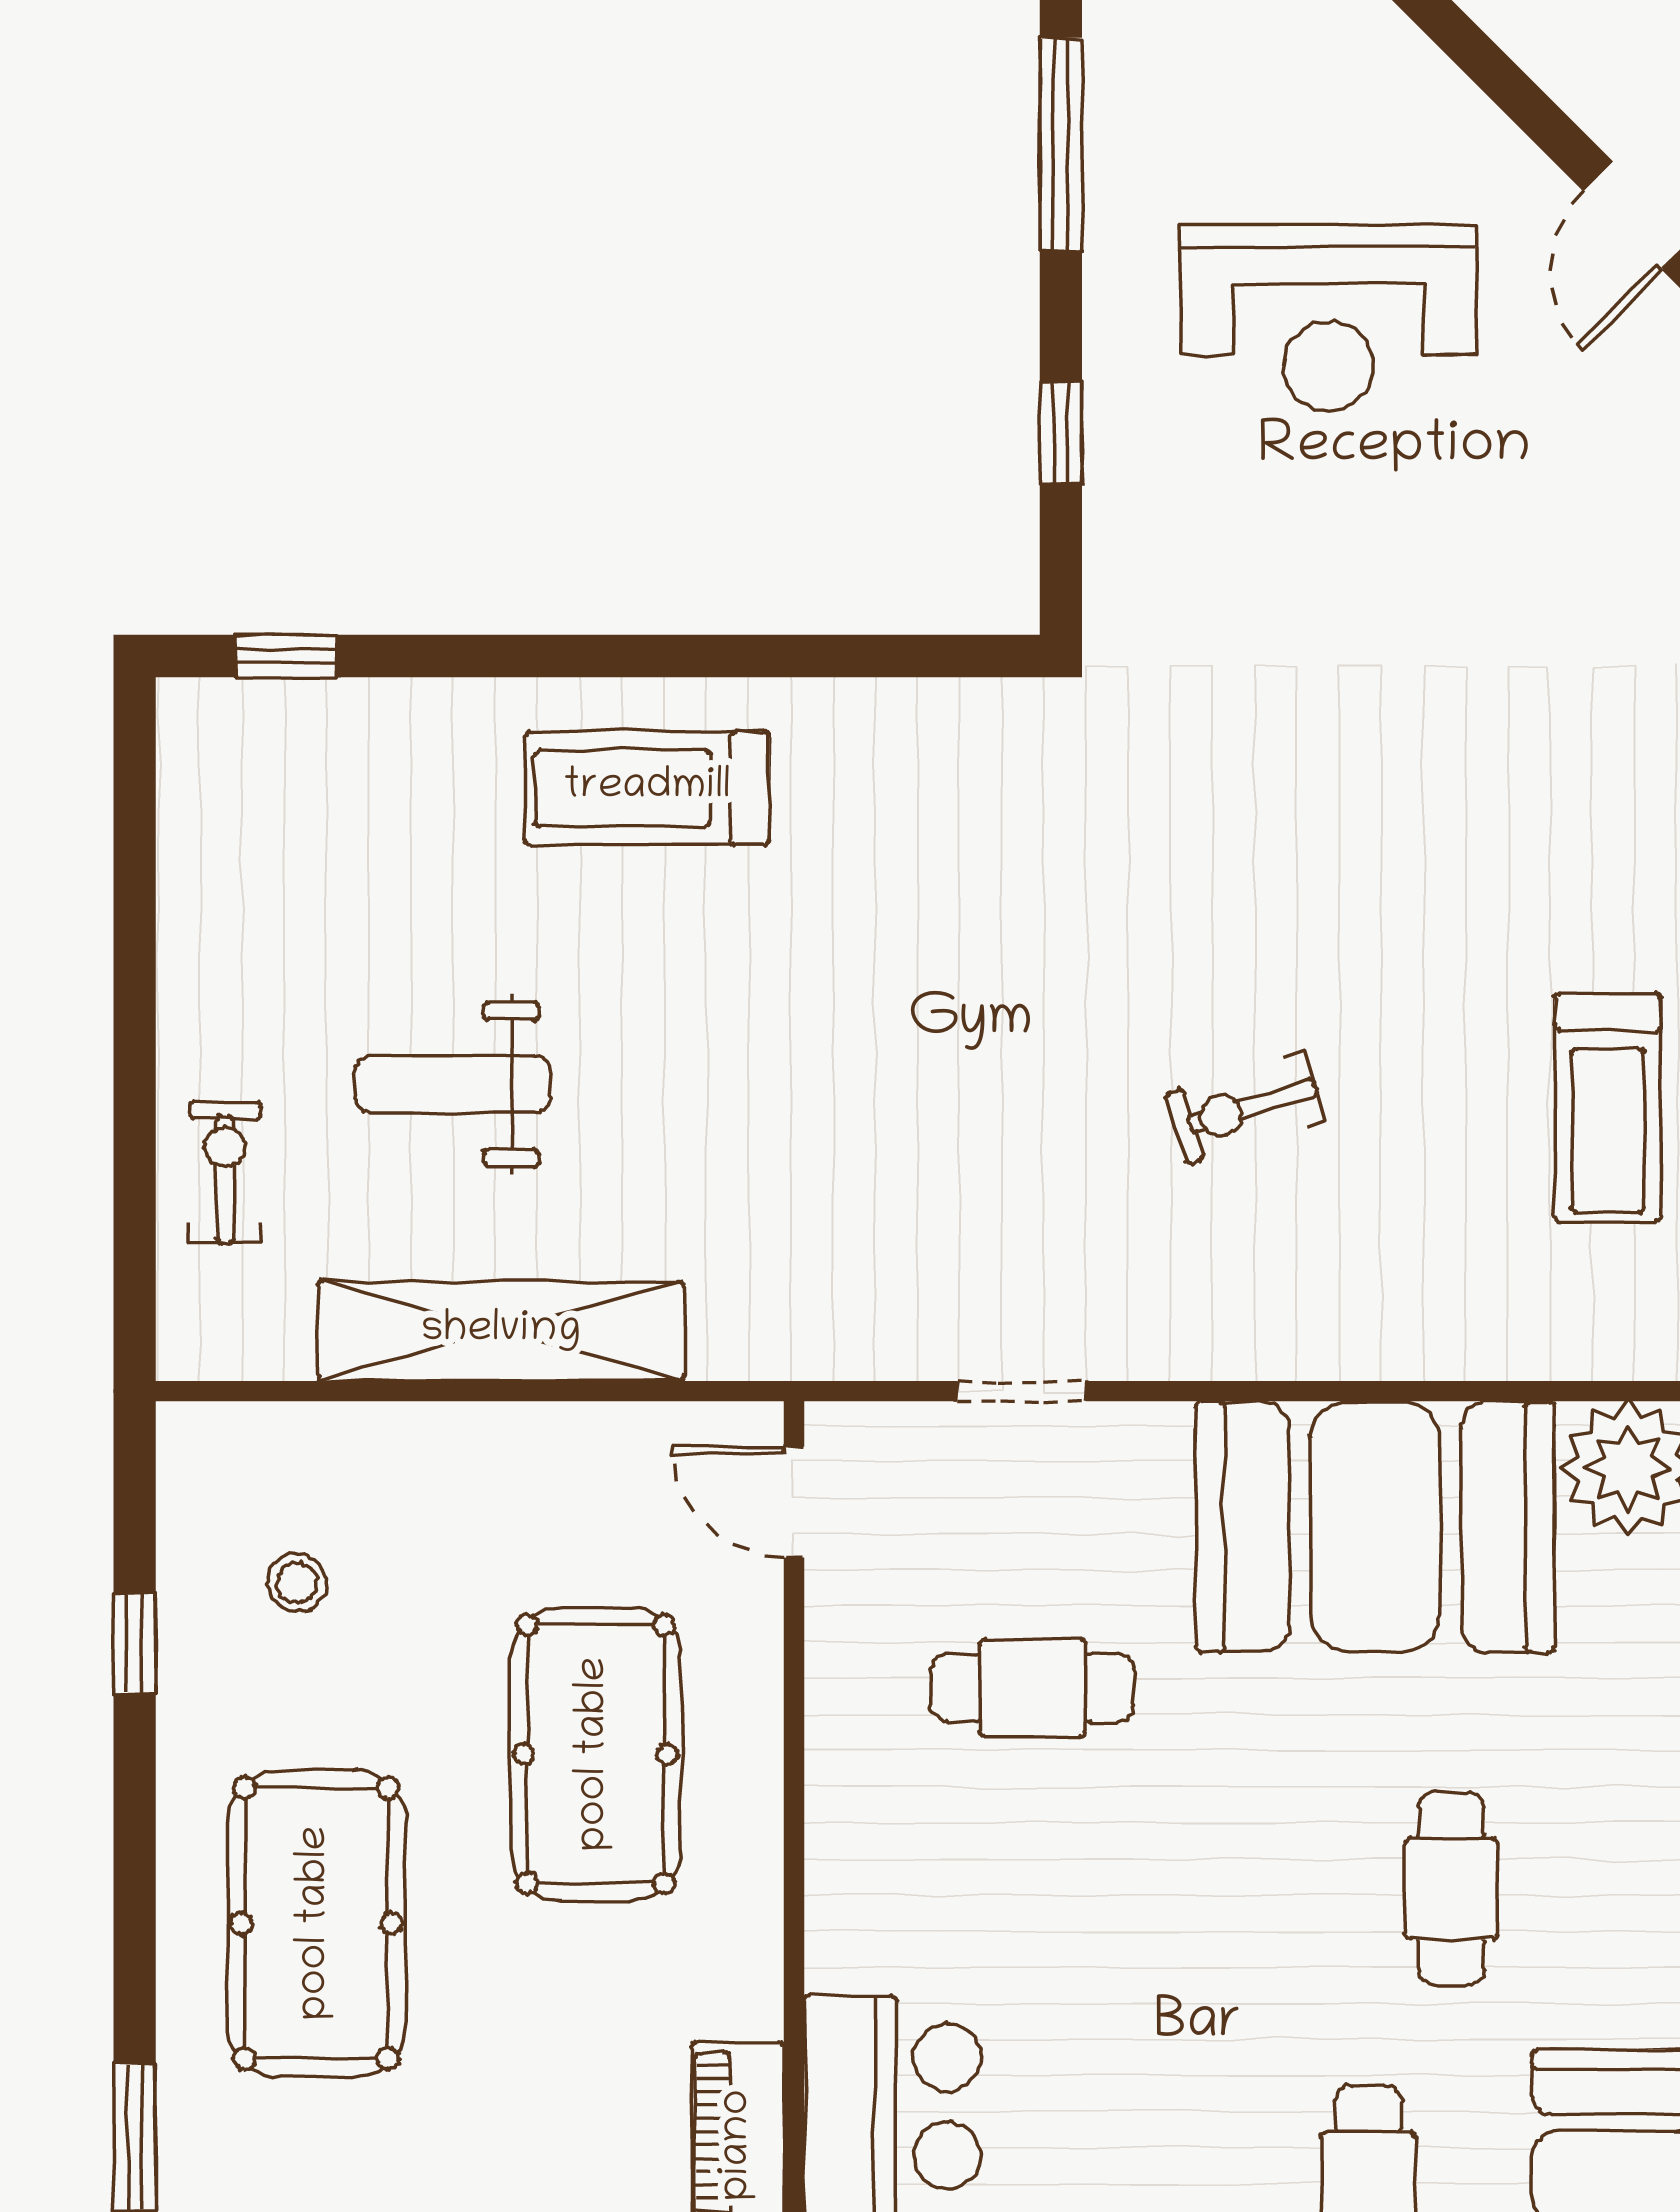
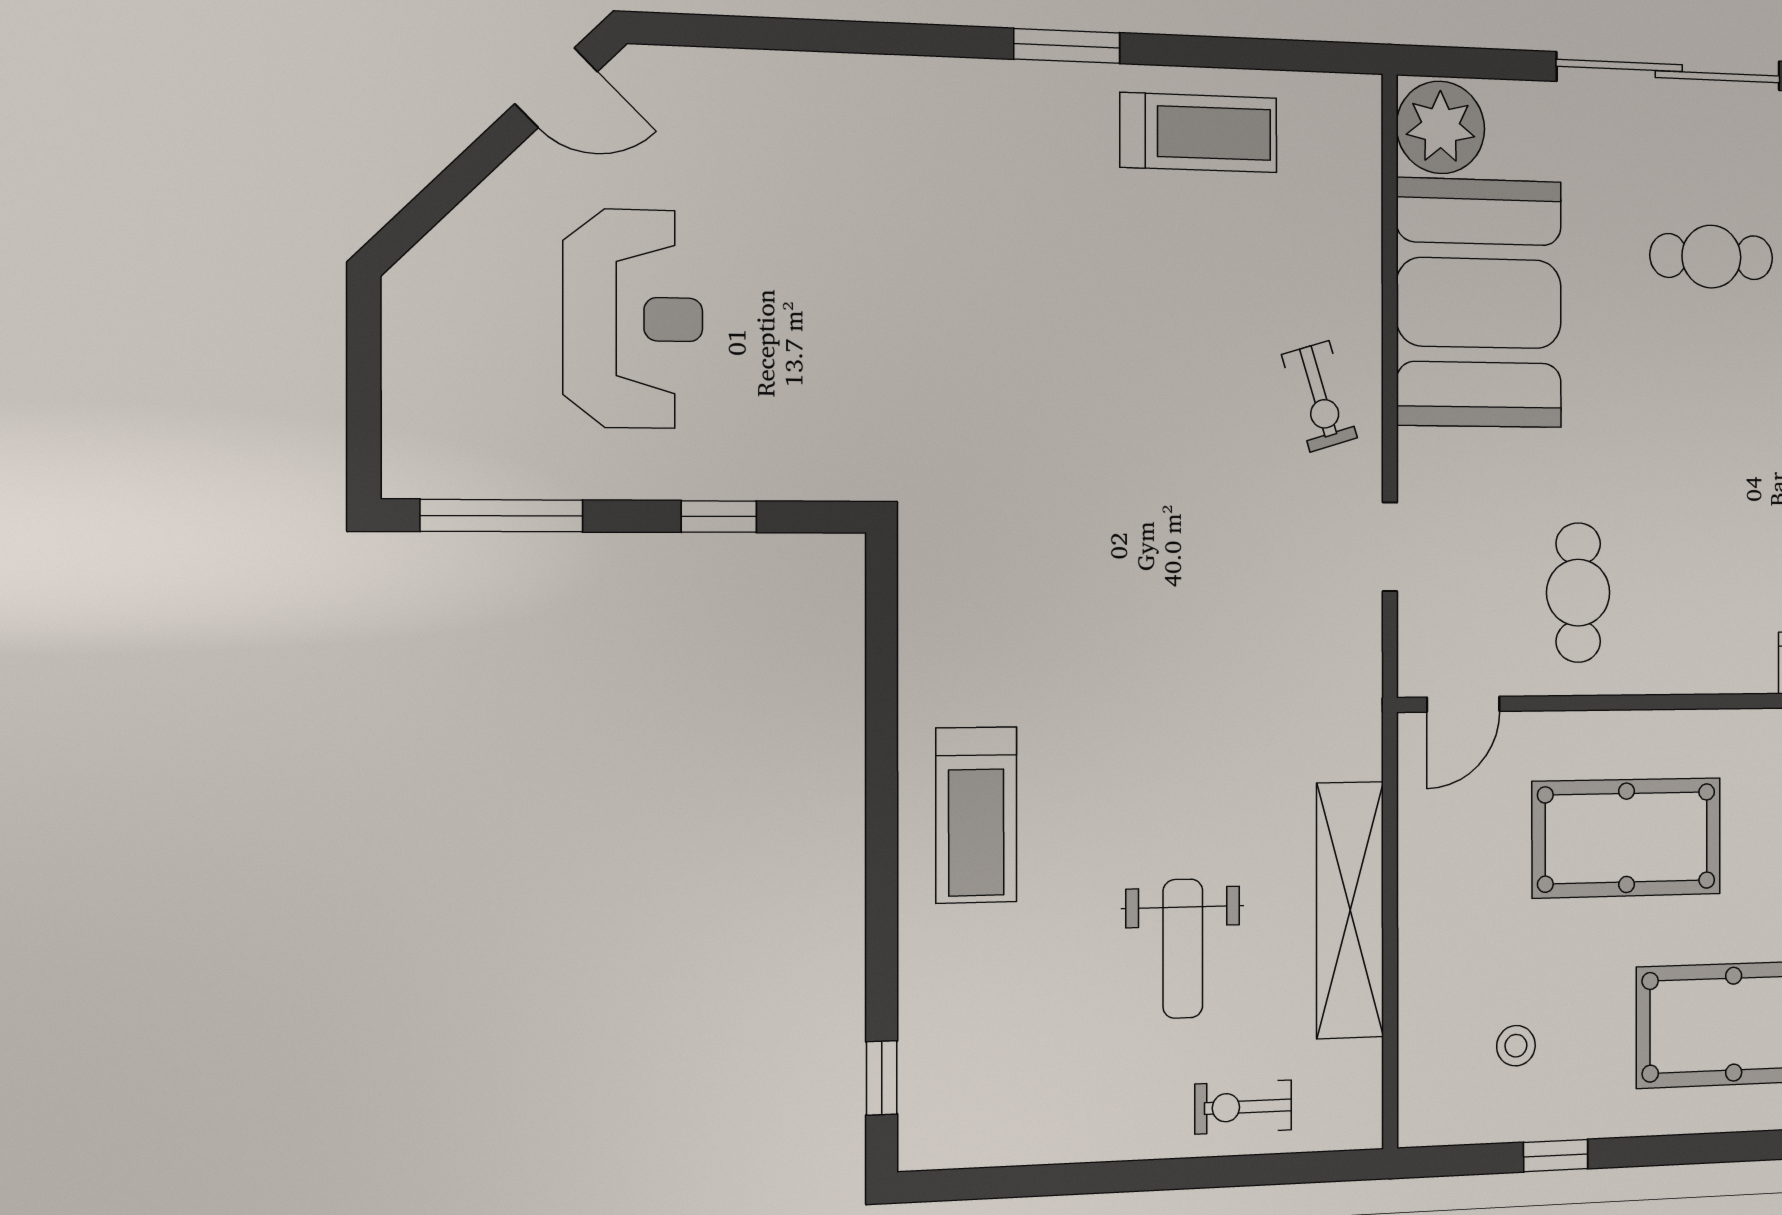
exercise bike: (1246, 1108) -> (1320, 396), moved
cafe table: (1033, 1688) -> (1578, 593), moved

